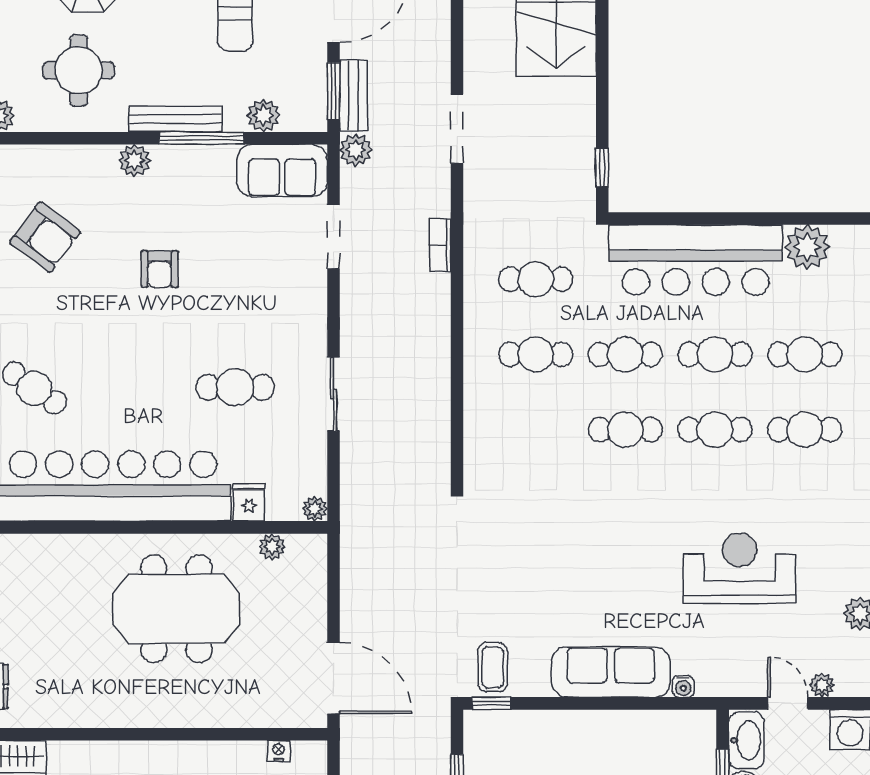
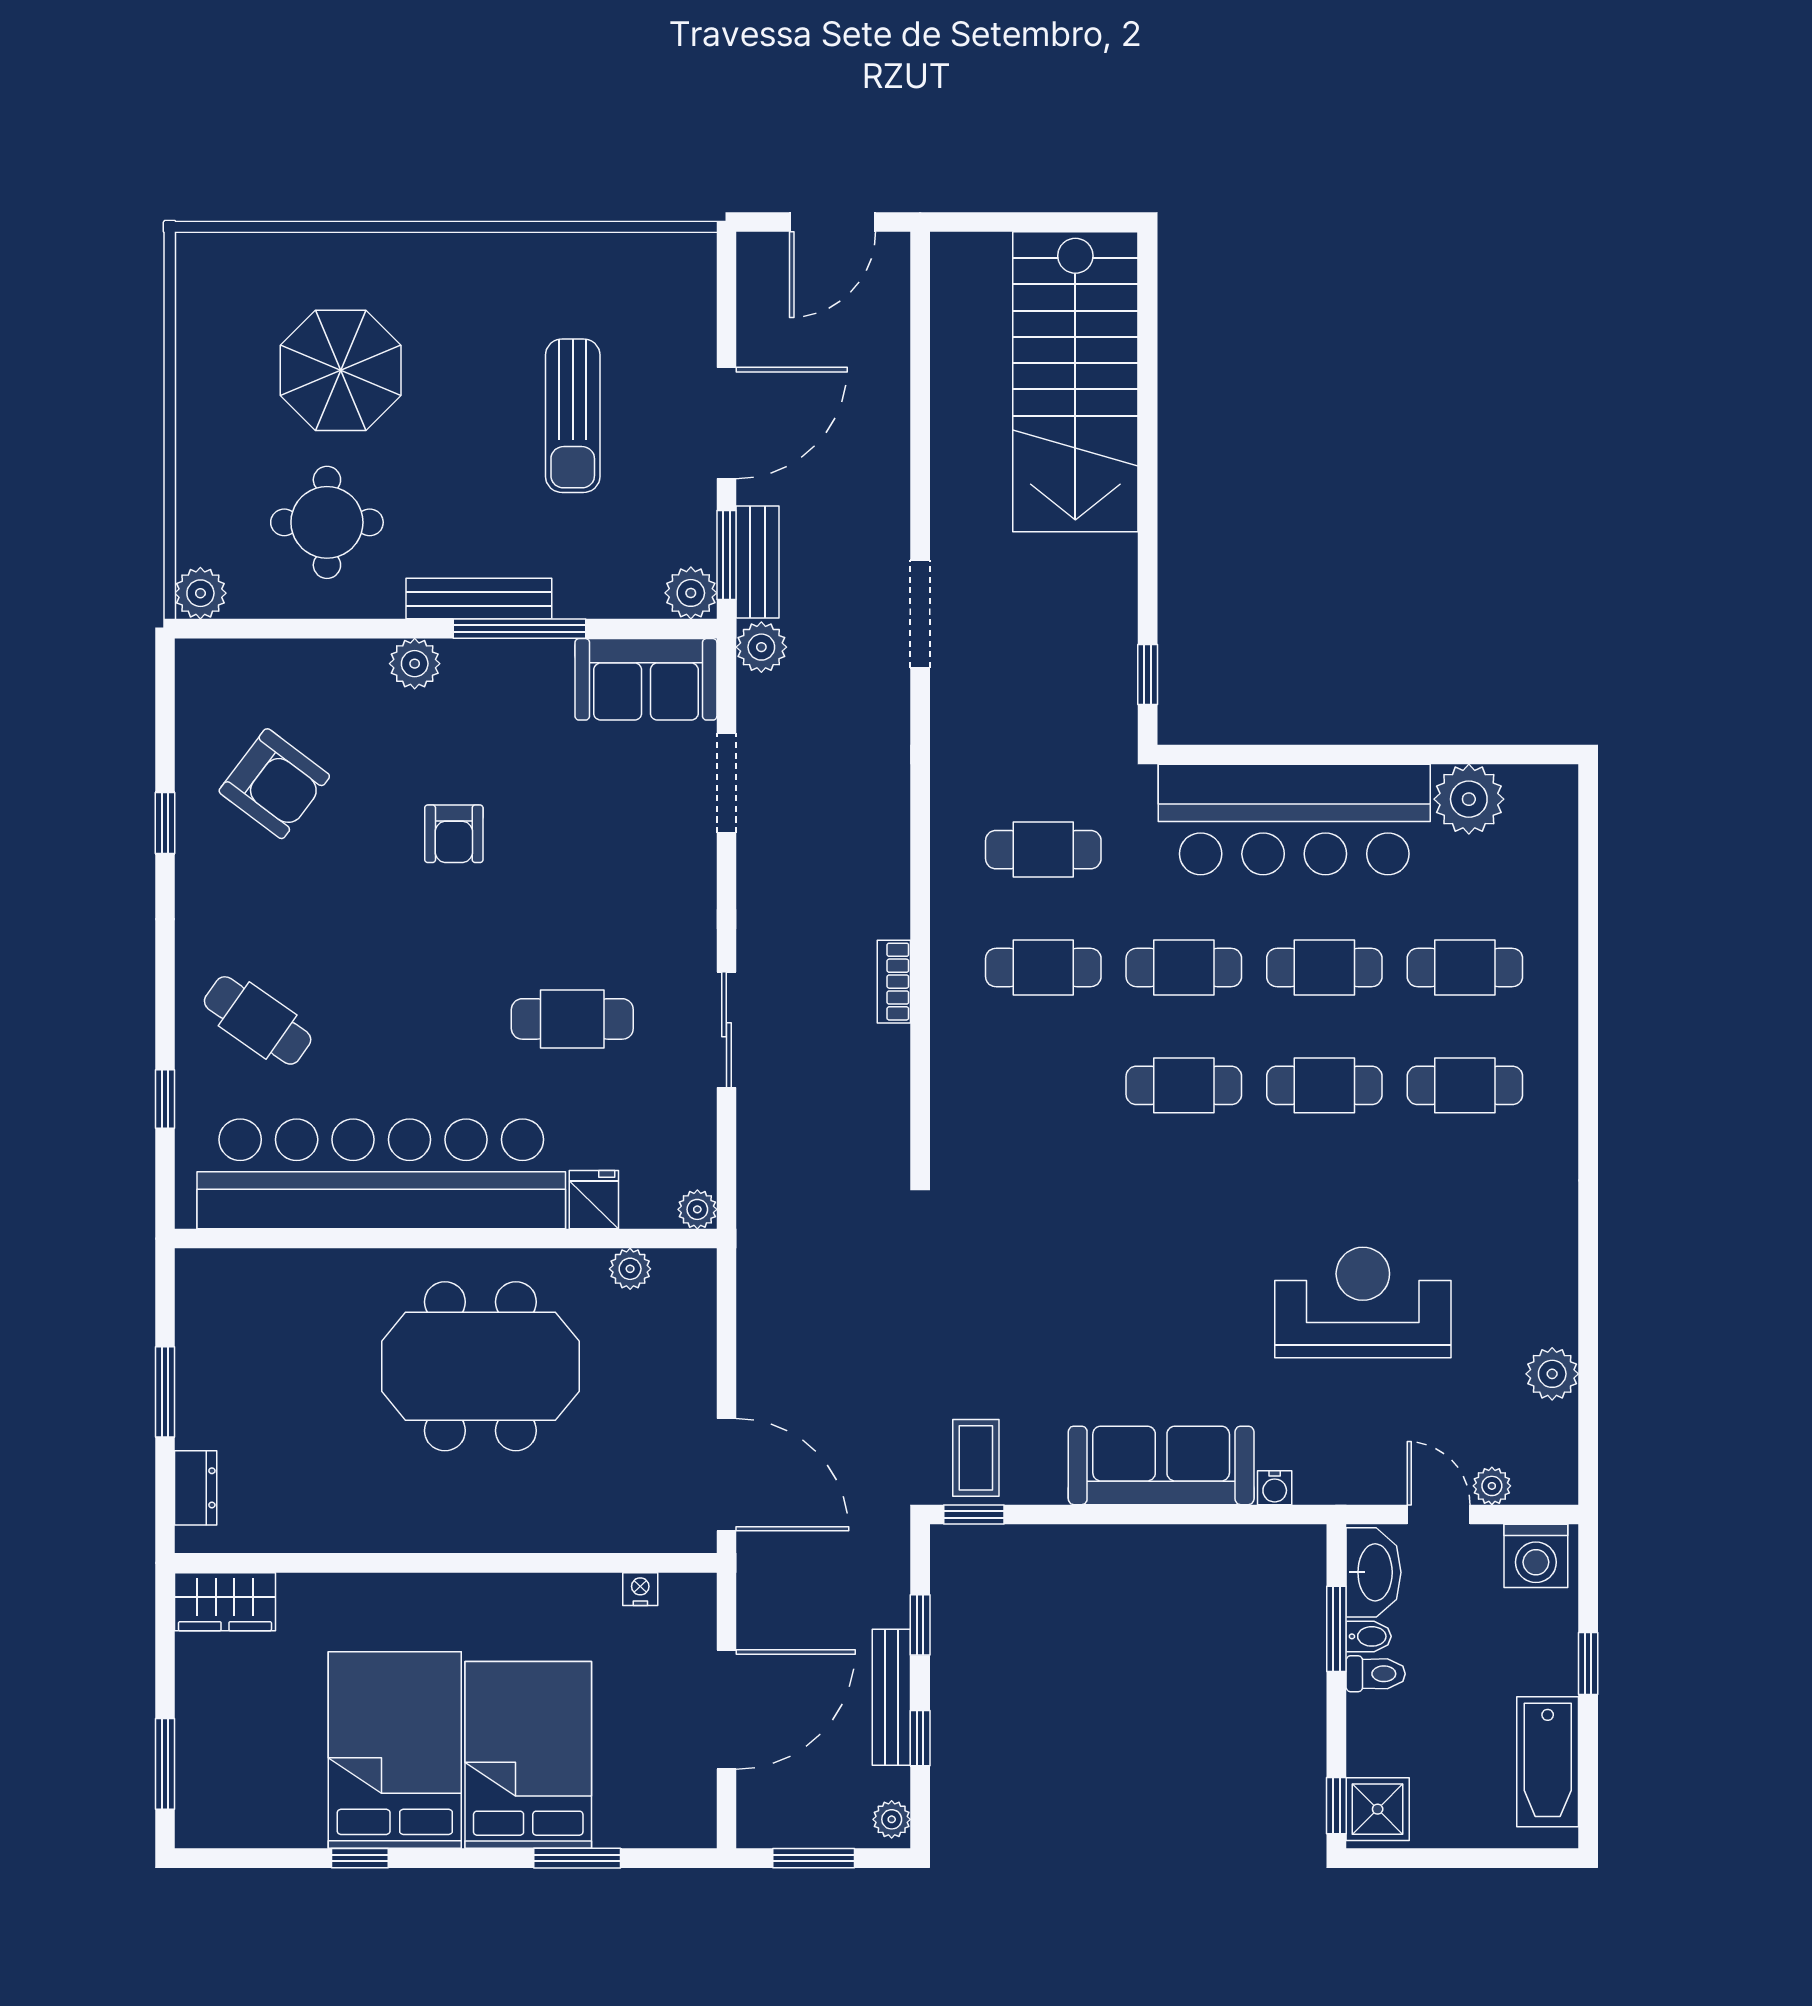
plant: (263, 115) -> (691, 593), moved
bookcase: (440, 245) -> (894, 982), moved

